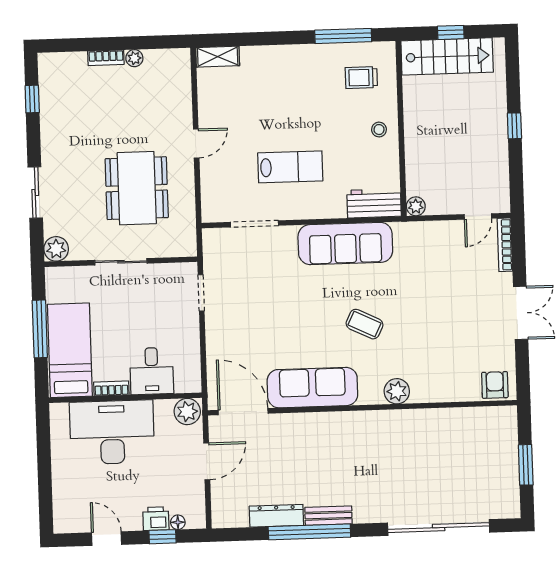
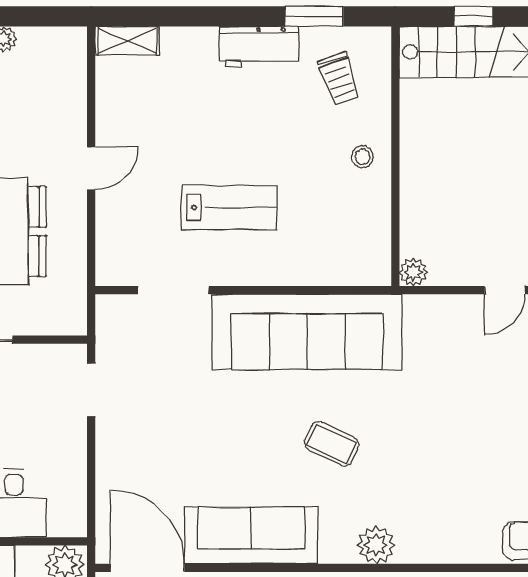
window: (343, 36) -> (314, 16), width x0.69
trolley: (361, 78) -> (339, 79), turned -109
workbench: (374, 203) -> (259, 47), moved, turned 180
sofa: (345, 243) -> (307, 332), width x1.36, depth x1.27

